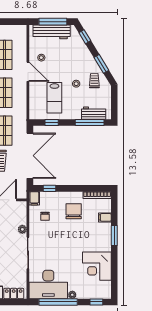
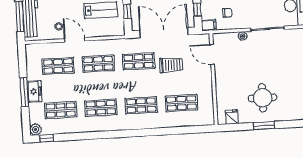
door: (28, 72) -> (75, 40), hinge flipped

